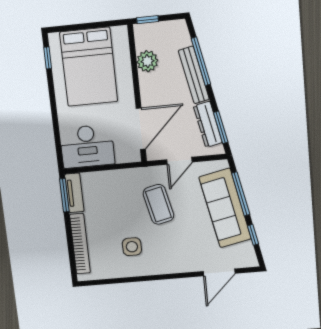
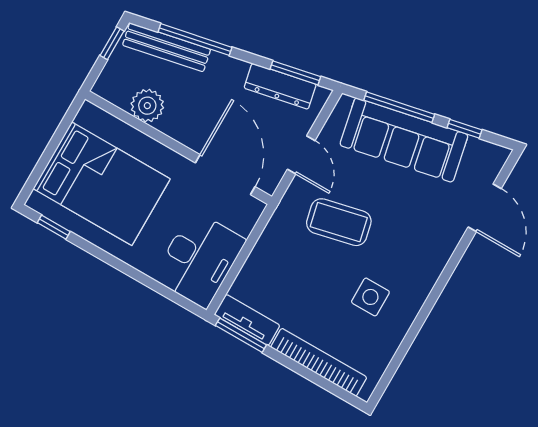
window: (148, 20) -> (112, 43), moved
bench: (194, 75) -> (167, 47), moved

